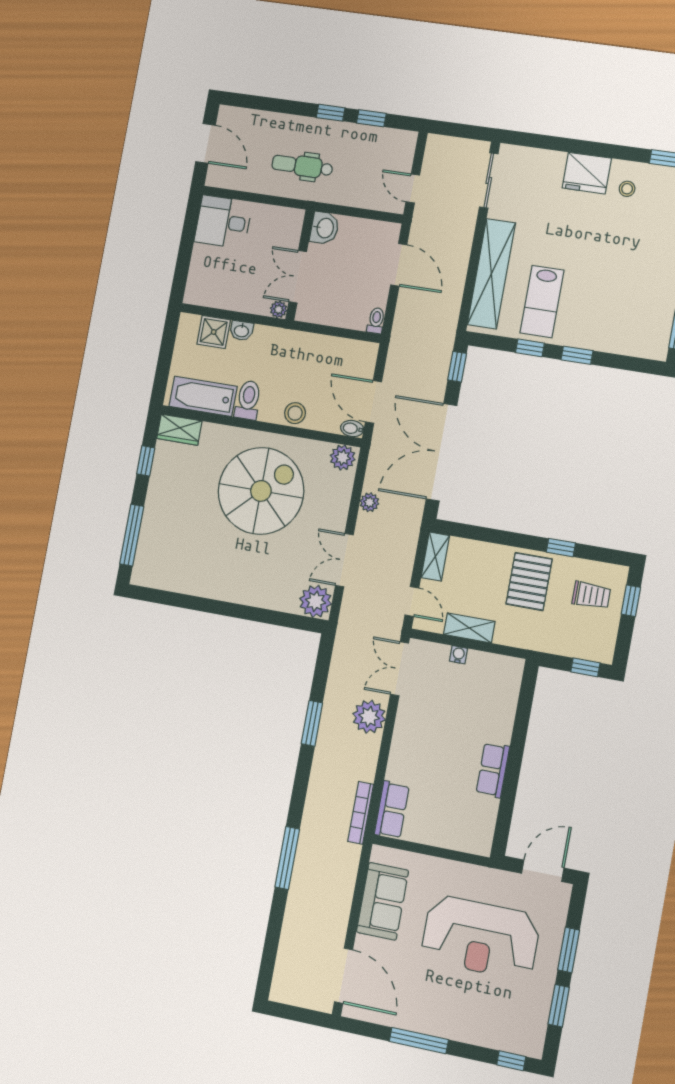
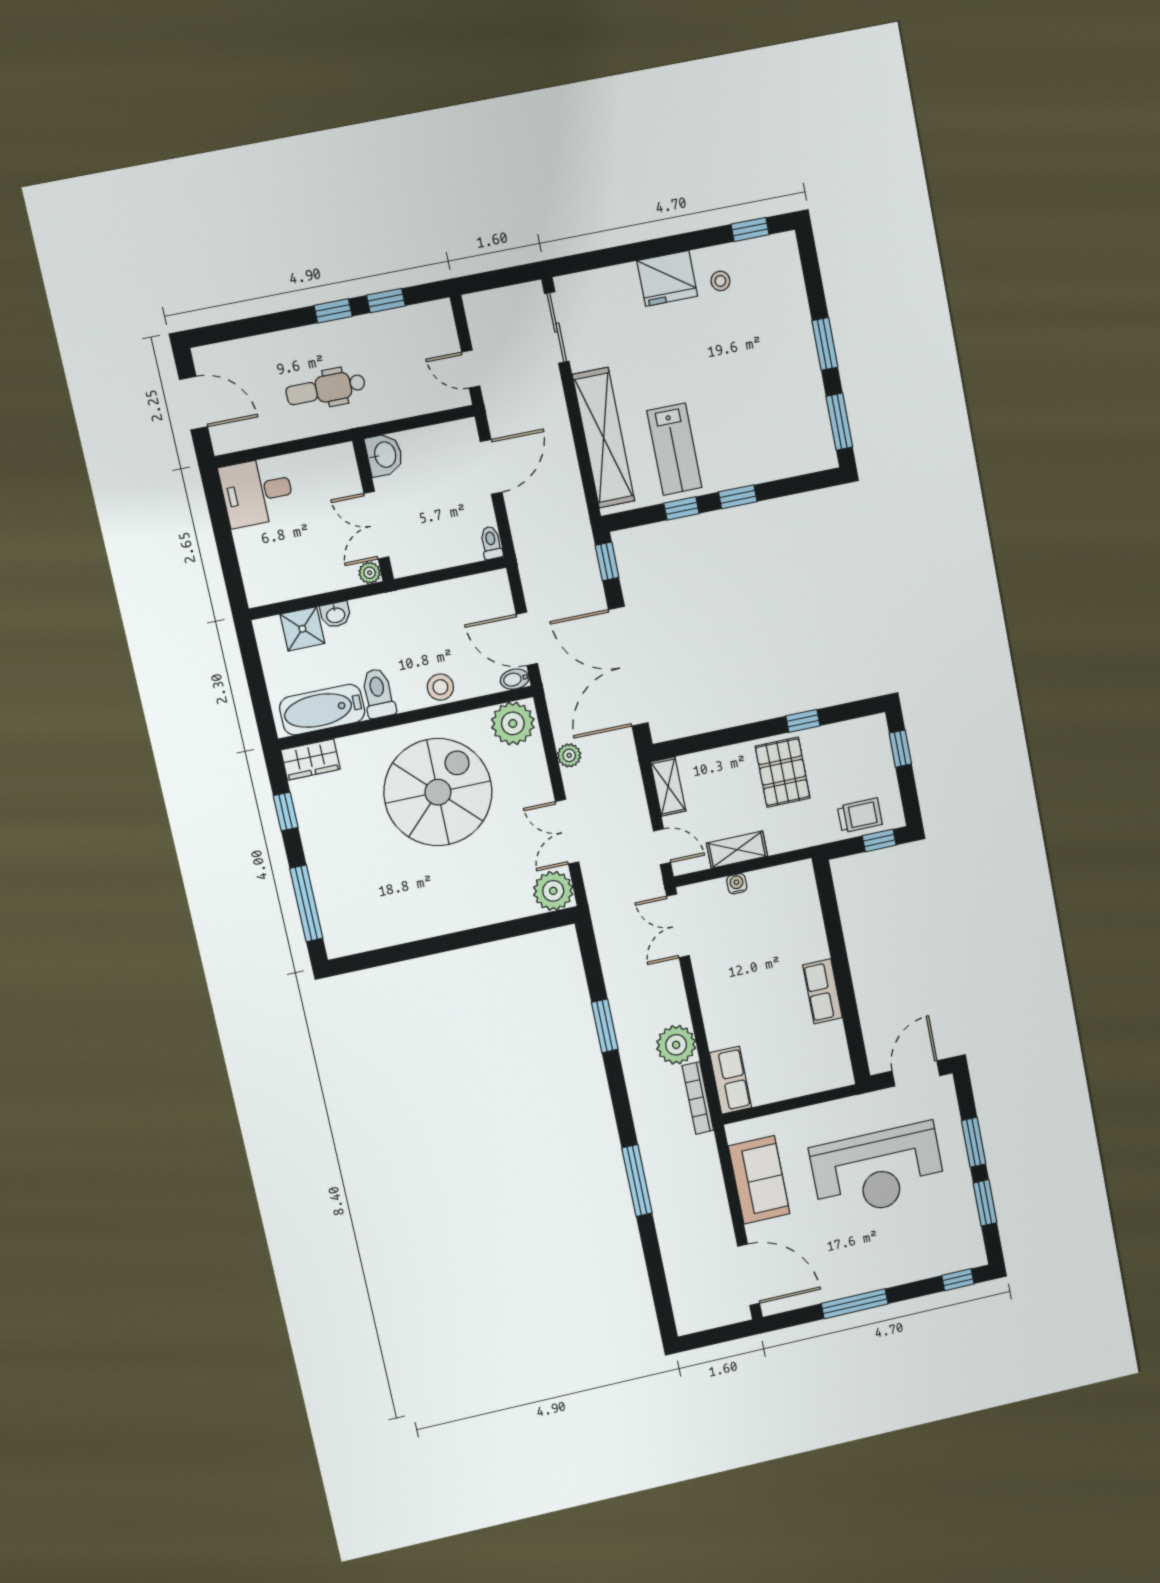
door: (399, 265) -> (491, 467), hinge flipped
plant: (343, 457) -> (513, 723), width x1.36, depth x1.36
trolley: (591, 595) -> (860, 815), moved
plant: (369, 717) -> (676, 1045), moved

